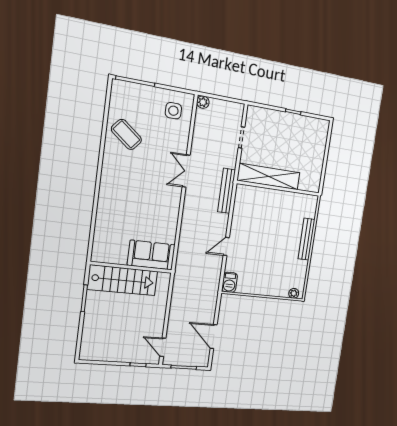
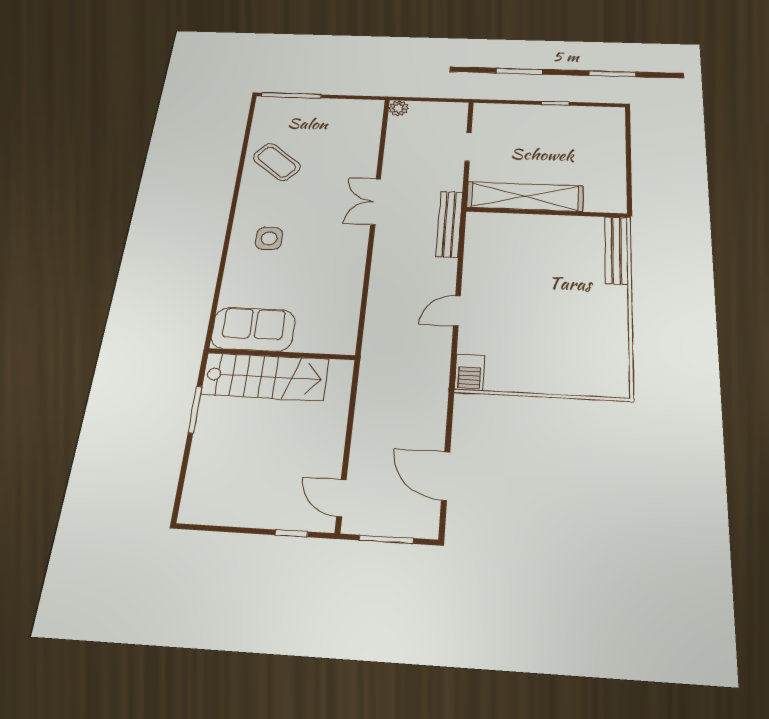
side table: (173, 111) -> (269, 238), moved
bench: (306, 239) -> (616, 250), moved
sofa: (151, 255) -> (253, 329), moved
plant: (294, 293) -> (608, 388), removed

